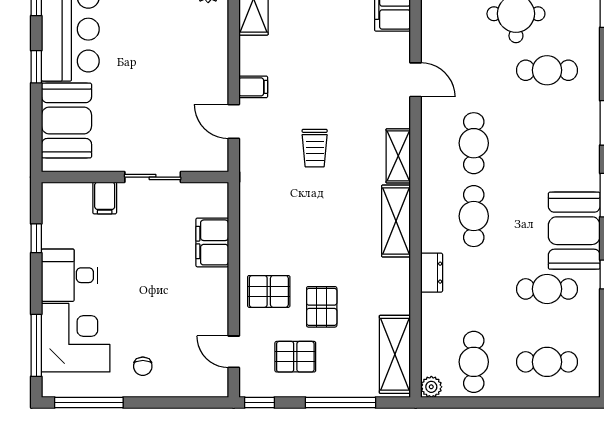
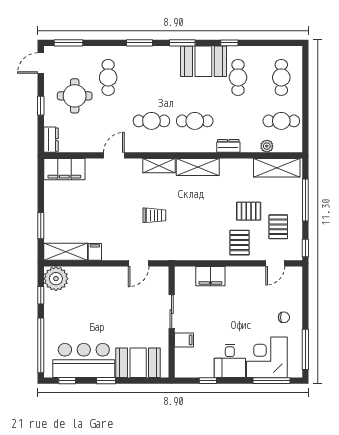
filing cabinet: (253, 87) -> (95, 252), moved
plant: (431, 387) -> (267, 146), moved

